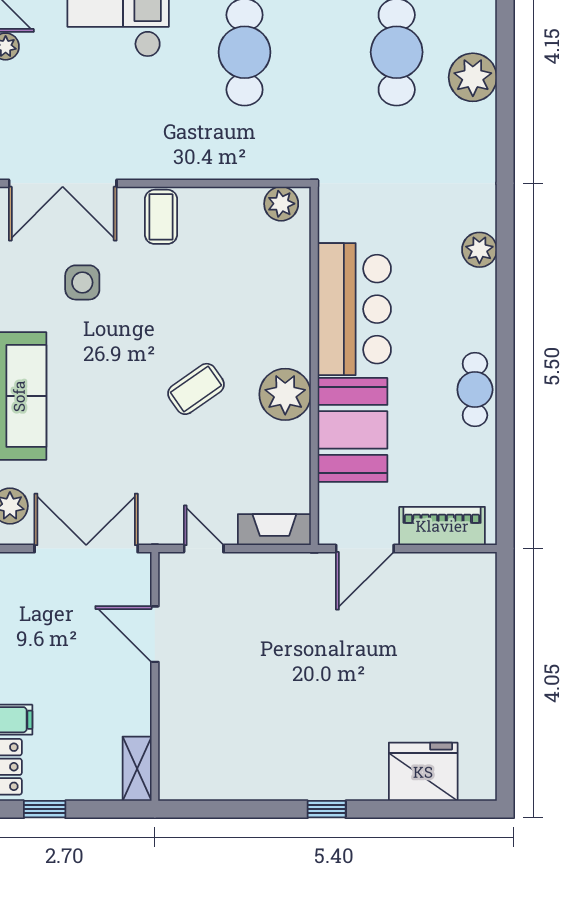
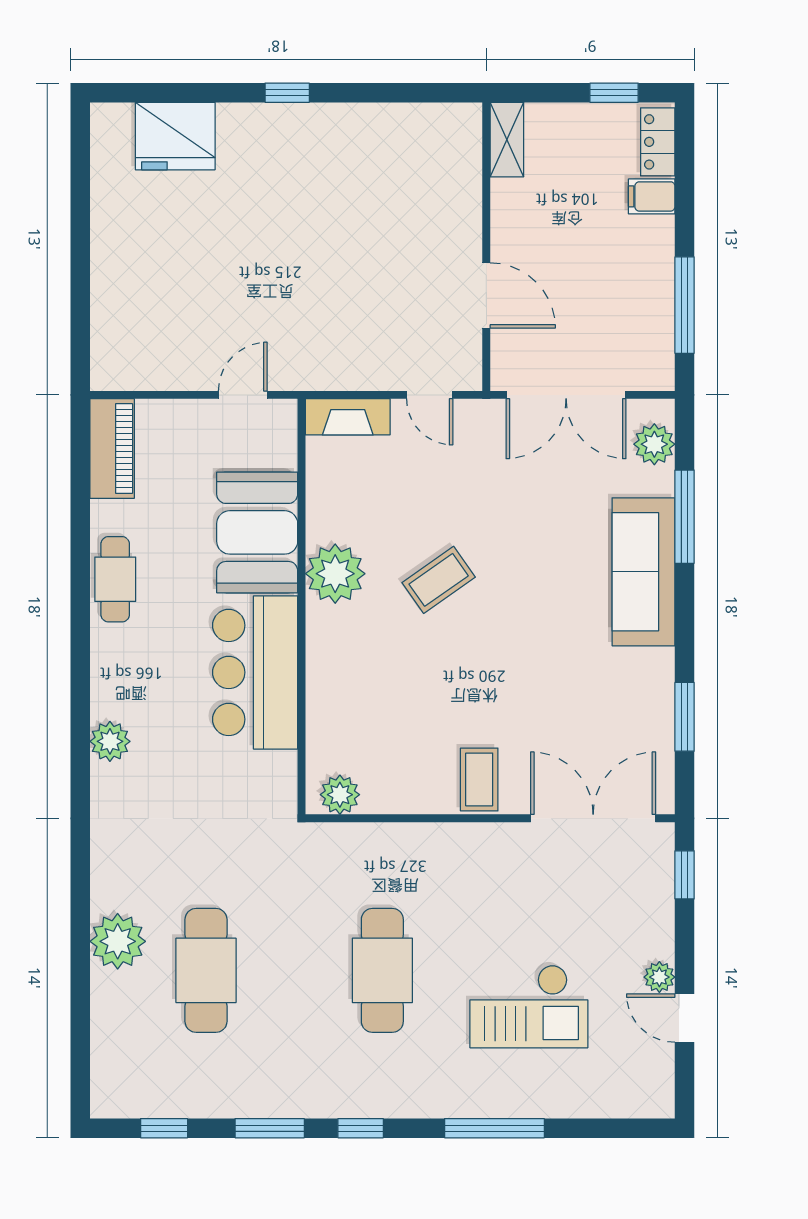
side table: (82, 282) -> (570, 703), removed
piano: (442, 526) -> (112, 448), moved, turned -90
door: (365, 549) -> (243, 395), width x0.73

